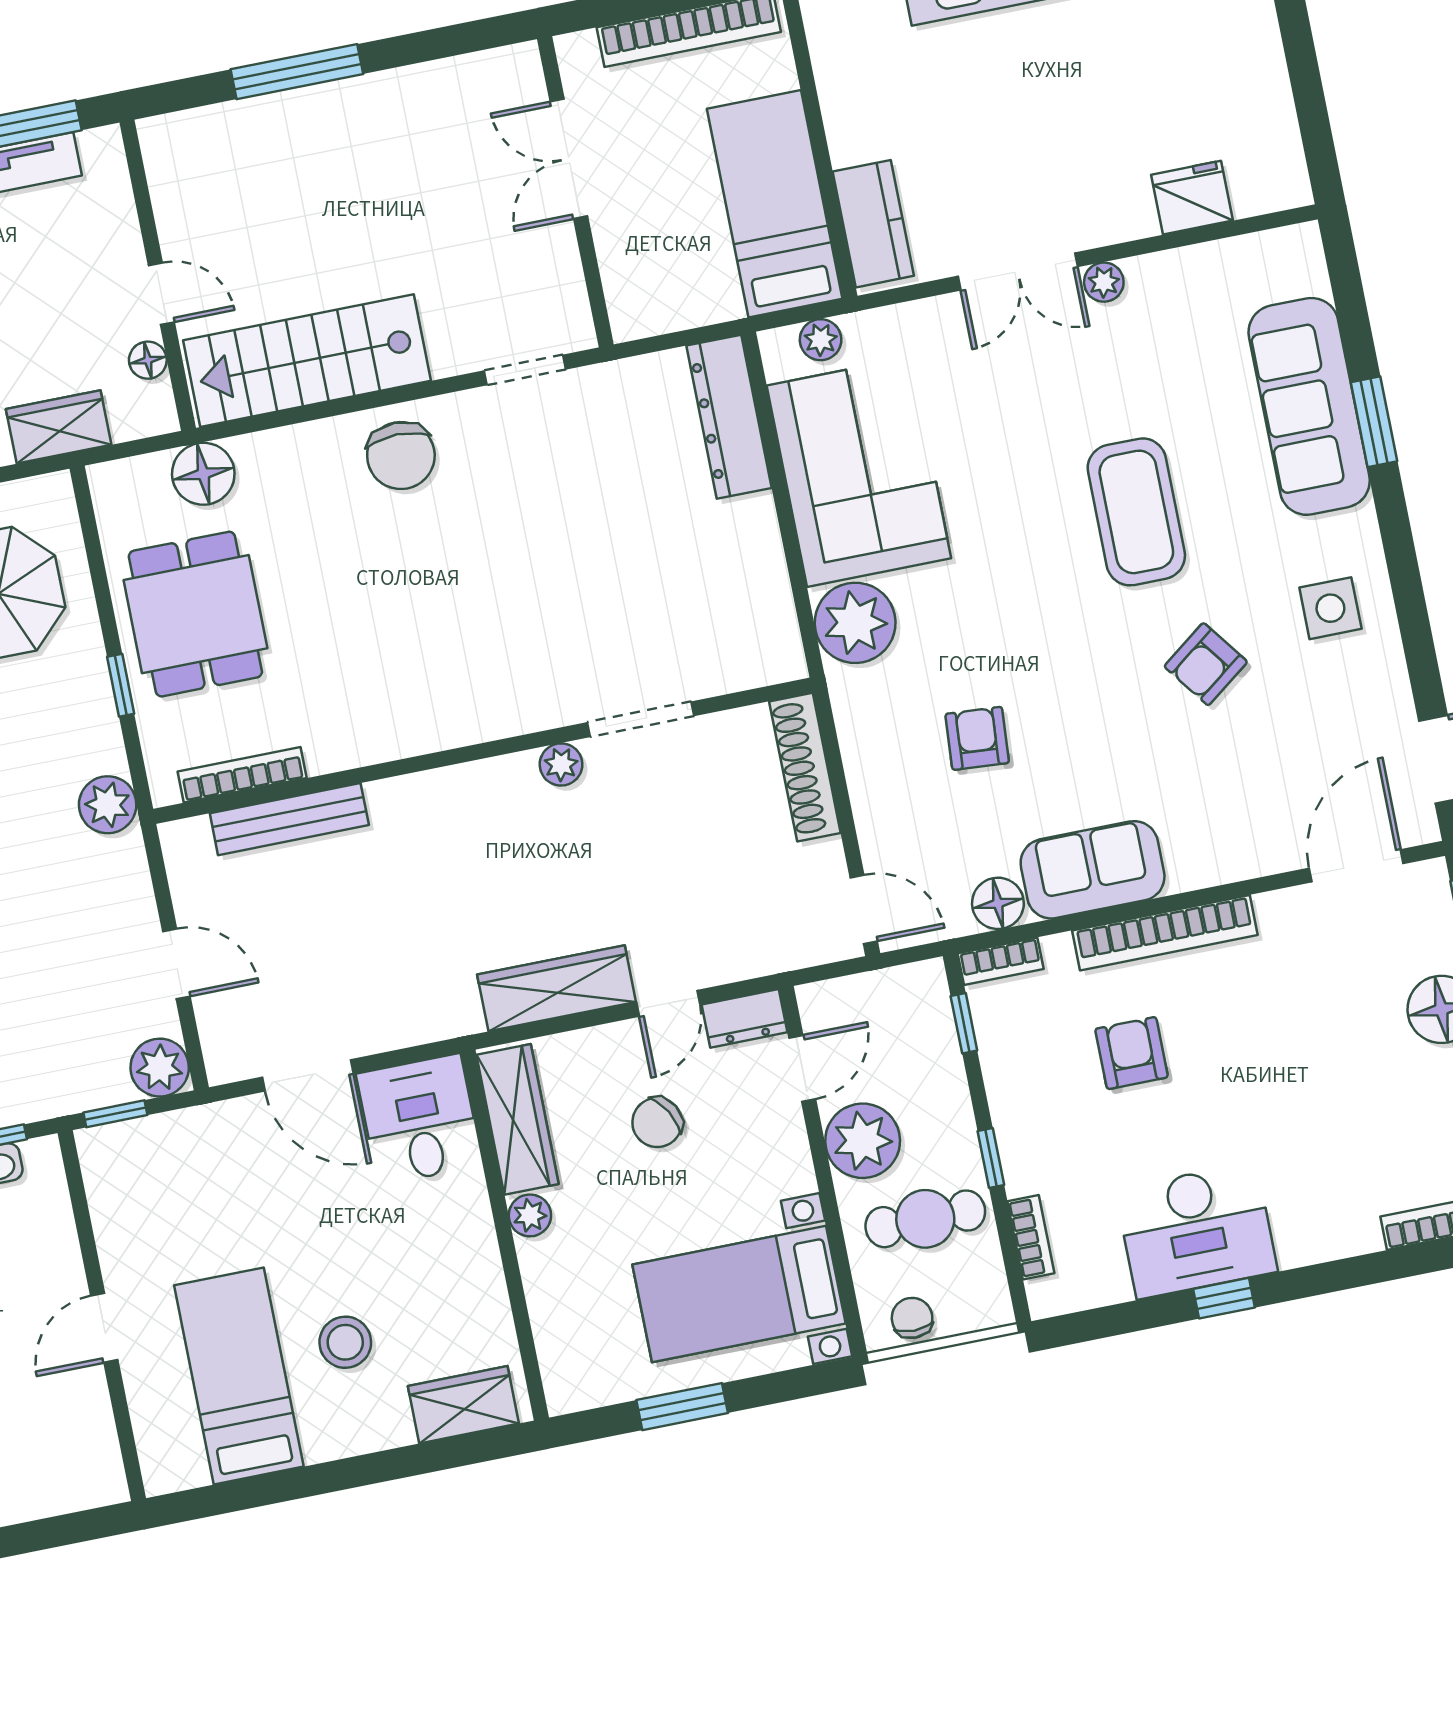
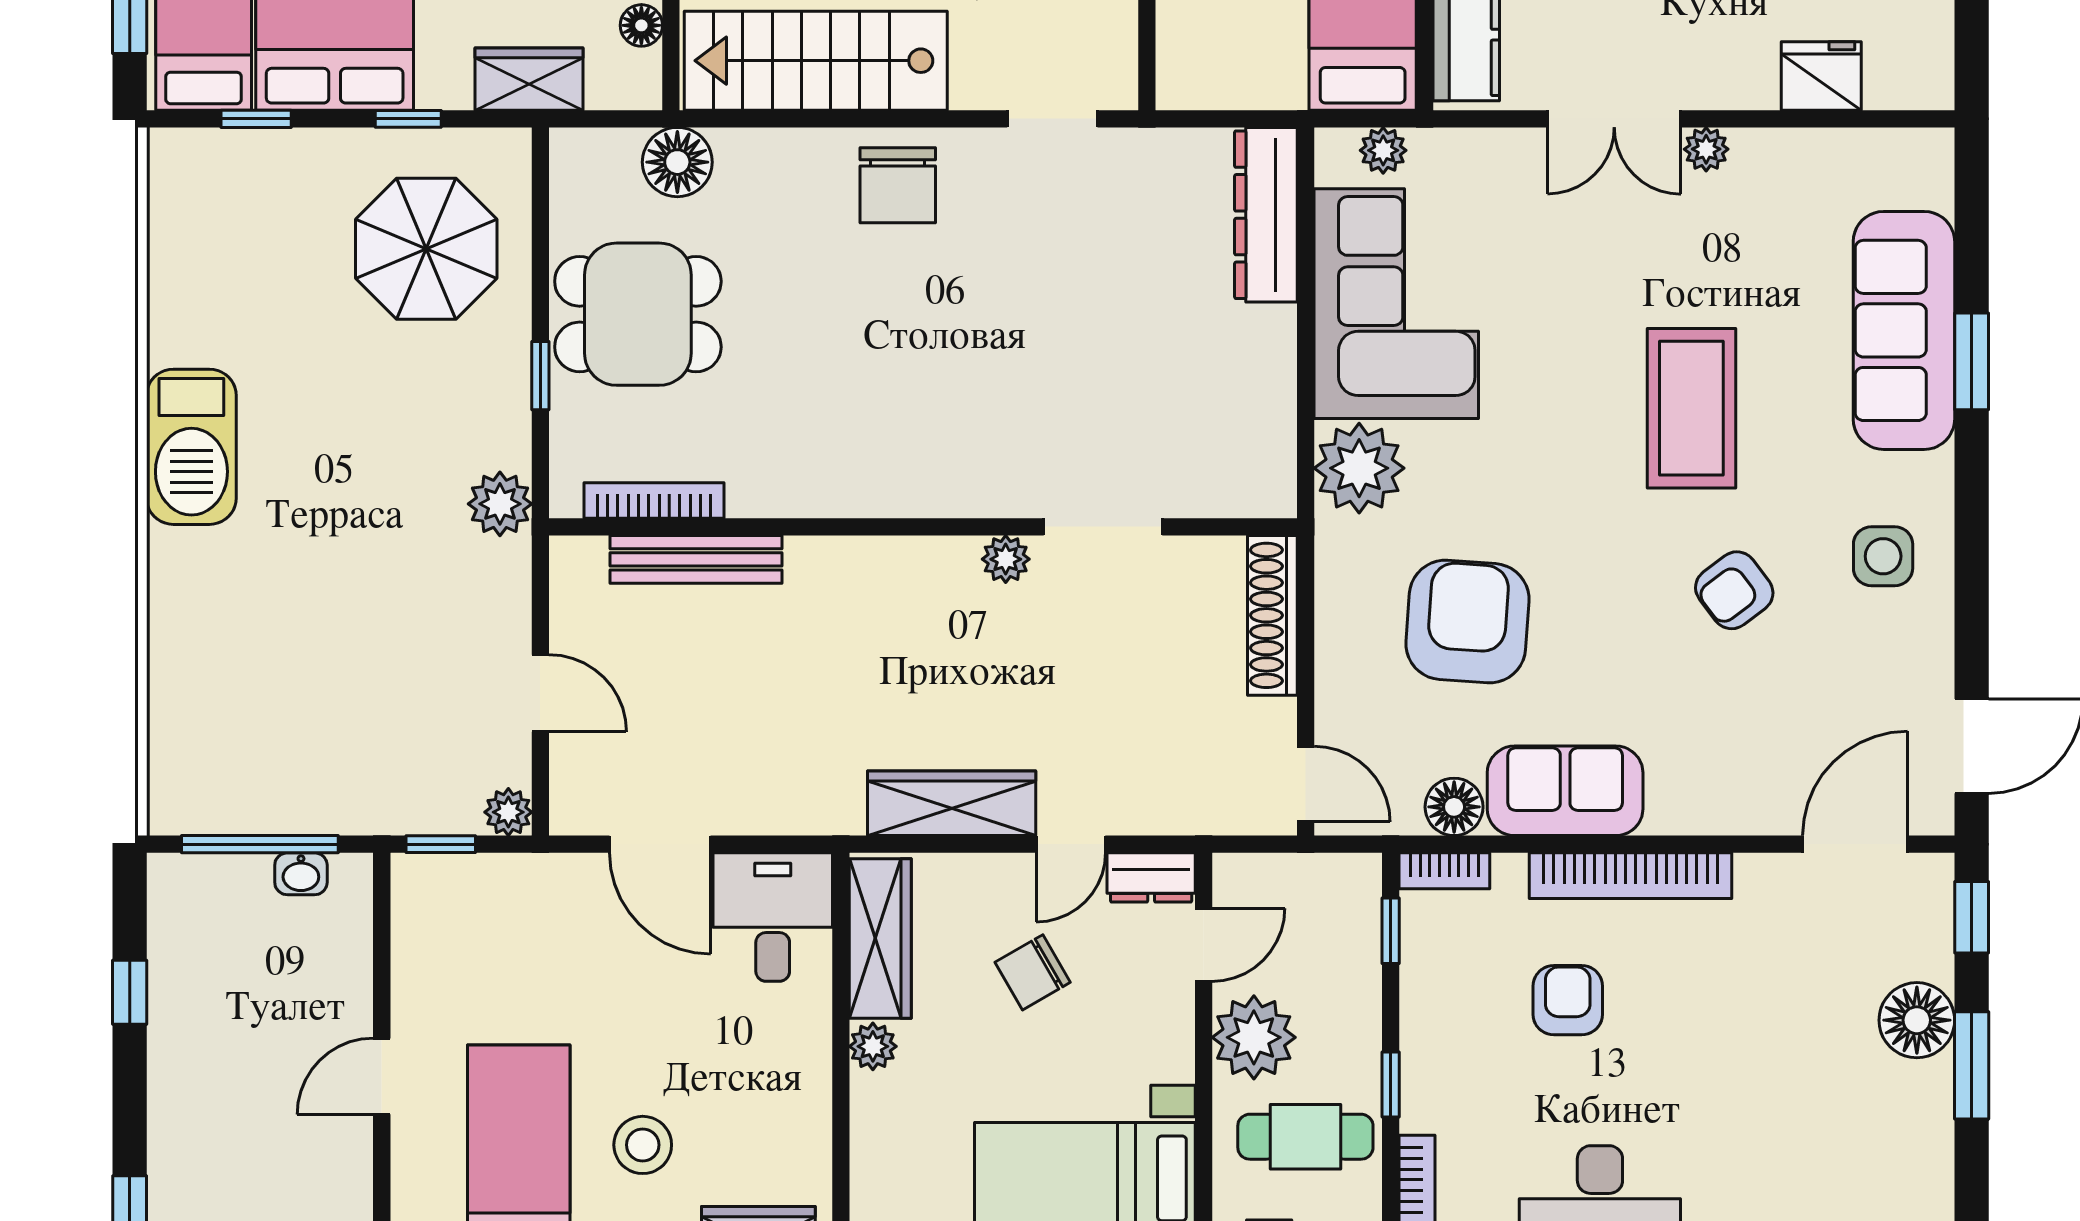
dining table: (195, 614) -> (638, 314), turned 90
armchair: (977, 738) -> (1467, 622), width x1.88, depth x1.88
plant: (160, 1068) -> (508, 812), width x0.73, depth x0.73

